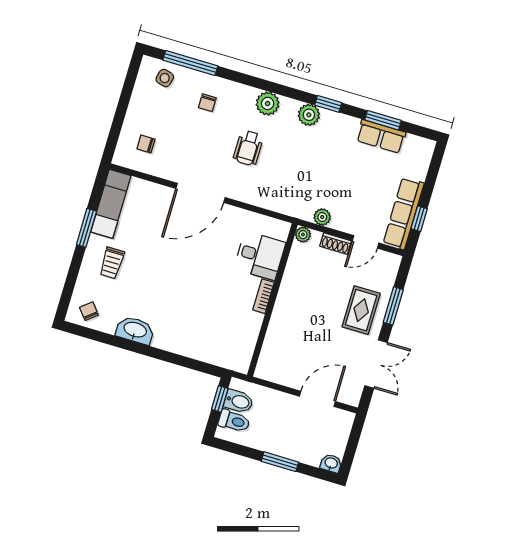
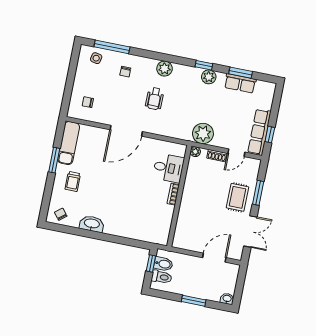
plant: (309, 115) -> (209, 77), moved
plant: (322, 217) -> (203, 134), width x1.88, depth x1.88

